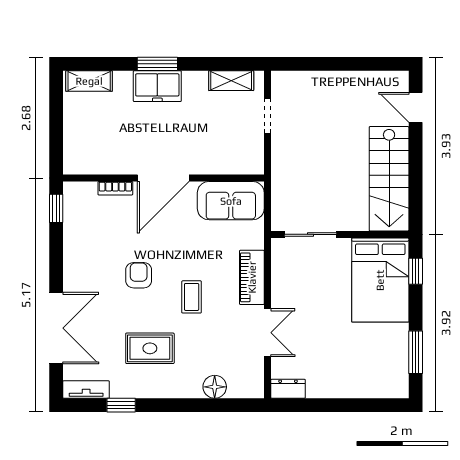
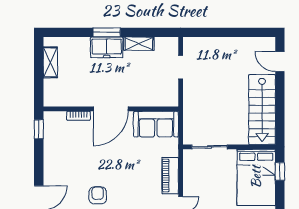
shelving: (89, 81) -> (50, 62), moved, turned 90
shelving: (231, 81) -> (139, 44), moved
armchair: (139, 275) -> (98, 195), moved
coffee table: (192, 297) -> (130, 189), removed

